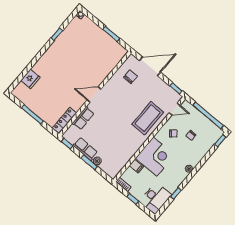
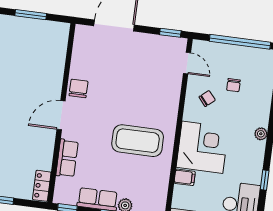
chair: (131, 77) -> (78, 88), moved
door: (175, 109) -> (187, 63), hinge flipped
coffee table: (148, 118) -> (138, 141), moved, turned 90
locker: (64, 120) -> (42, 186), width x0.66

